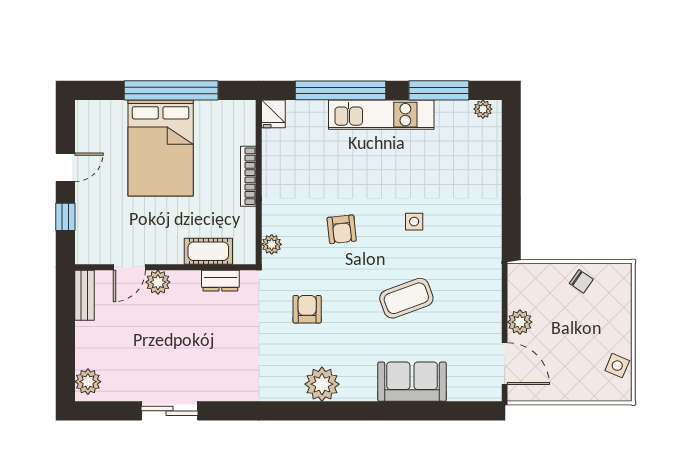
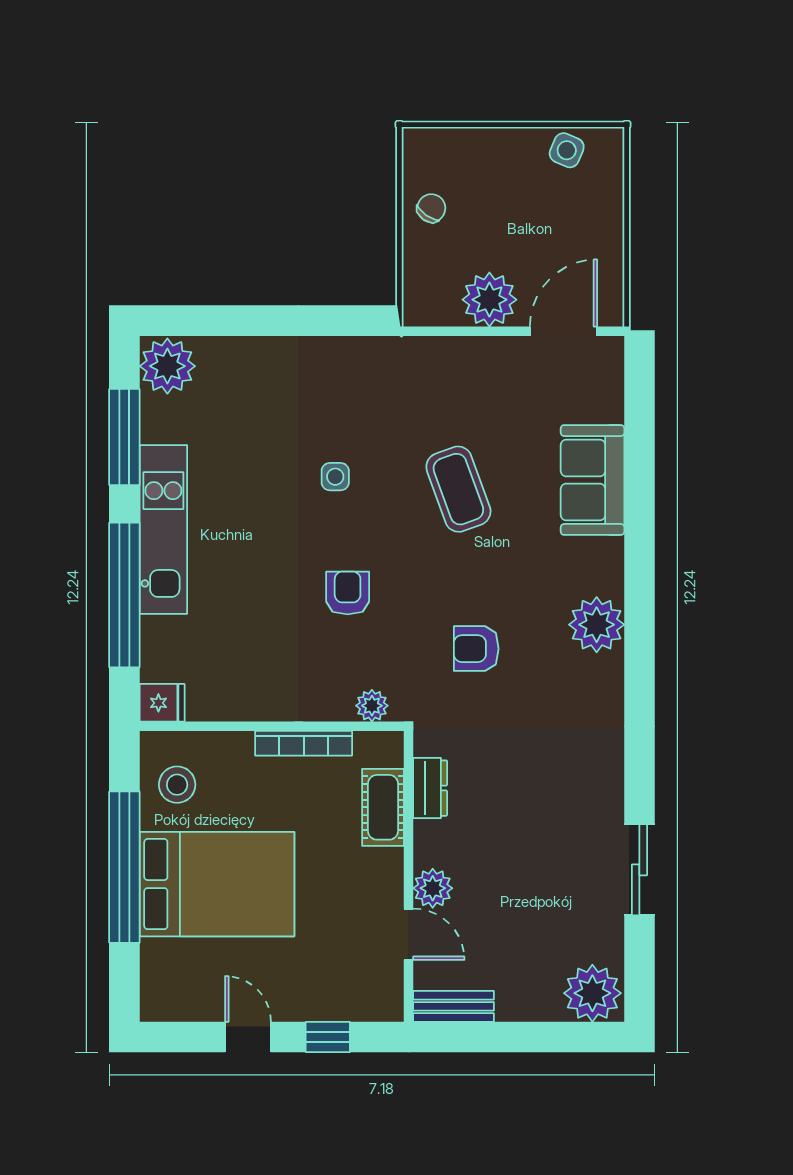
plant: (483, 109) -> (167, 366), width x1.87, depth x1.87
stool: (222, 123) -> (177, 785), added
bookcase: (248, 176) -> (304, 743), moved
armchair: (342, 229) -> (348, 593), turned -84
plant: (520, 322) -> (489, 300), width x1.36, depth x1.36
plant: (88, 382) -> (592, 993), width x1.36, depth x1.36

